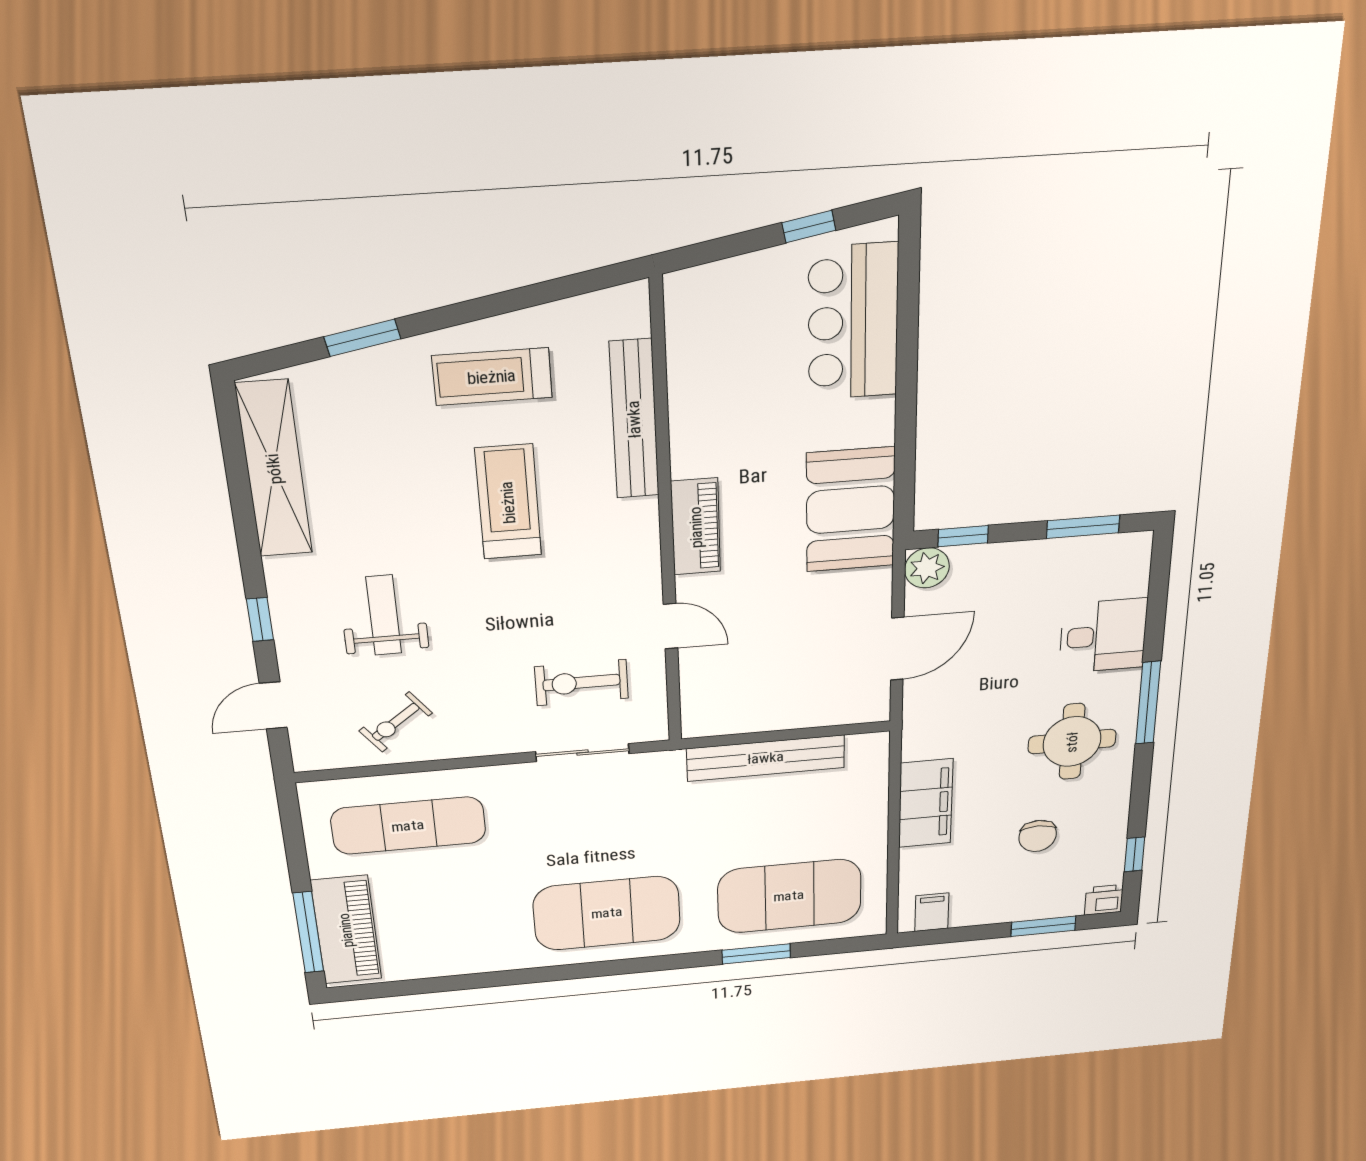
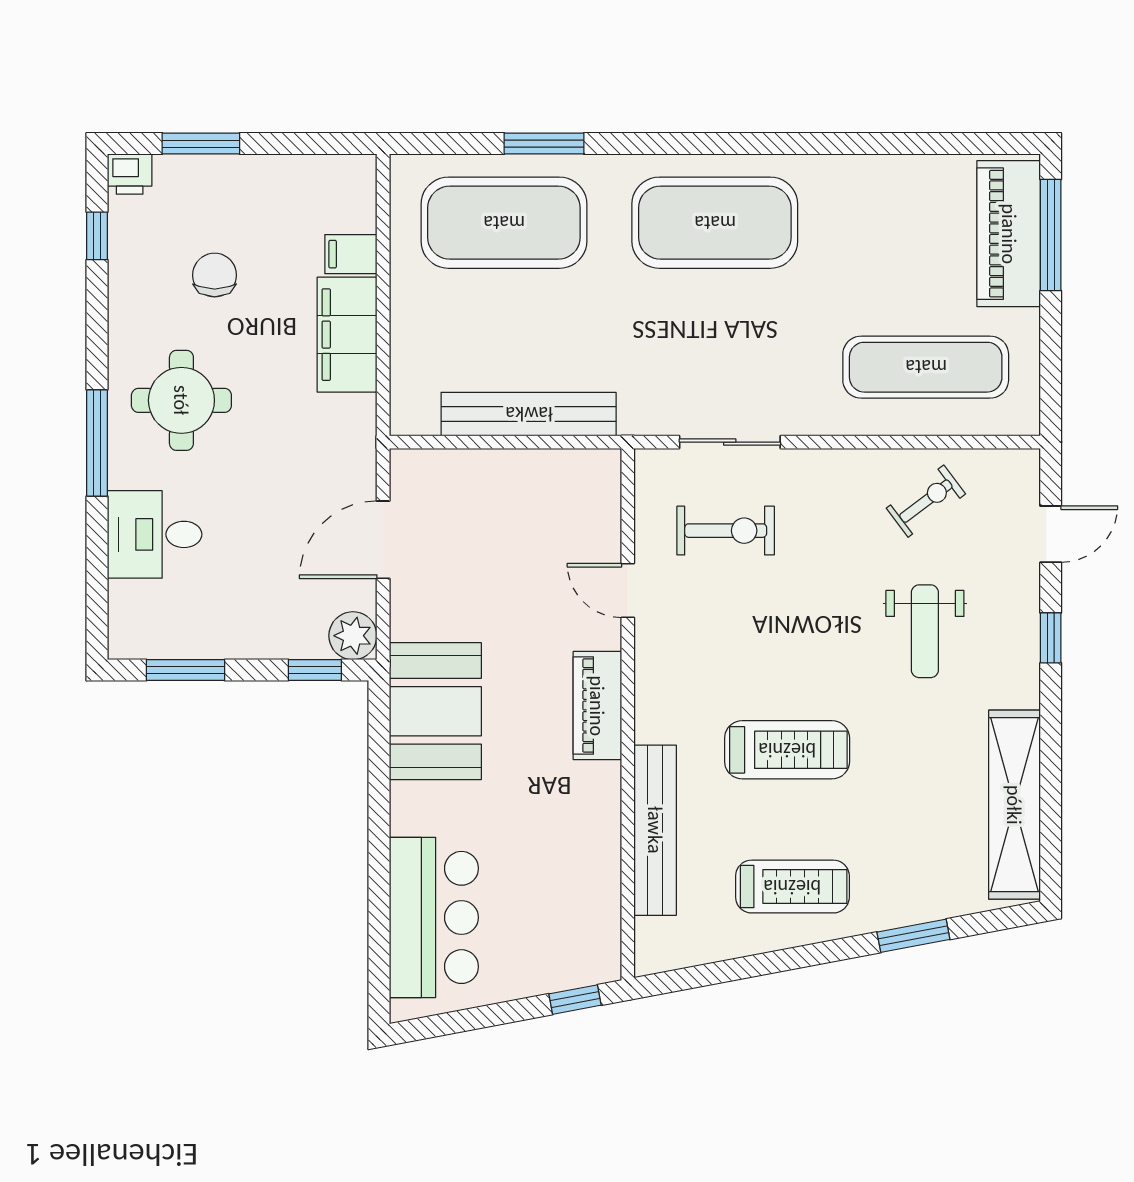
window: (809, 227) -> (575, 1000), moved
treadmill: (508, 502) -> (787, 750), turned -90
filing cabinet: (932, 912) -> (351, 254), moved, turned 90

